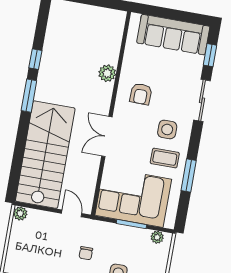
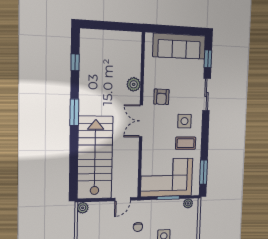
window: (35, 59) -> (75, 62), moved
double door: (107, 136) -> (141, 121), moved
window: (189, 175) -> (203, 172), moved
door: (72, 213) -> (123, 199), swing flipped

